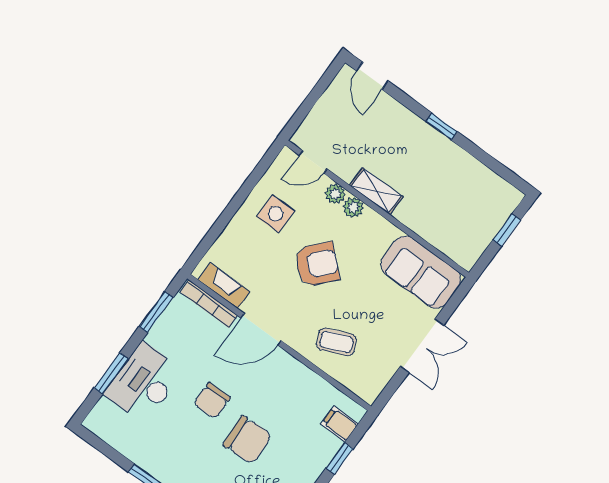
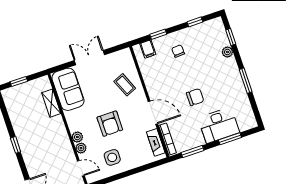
shelving: (376, 191) -> (51, 103), moved
armchair: (317, 264) -> (110, 124), turned -132
chair: (247, 440) -> (178, 51), moved, width x0.54, depth x0.54

